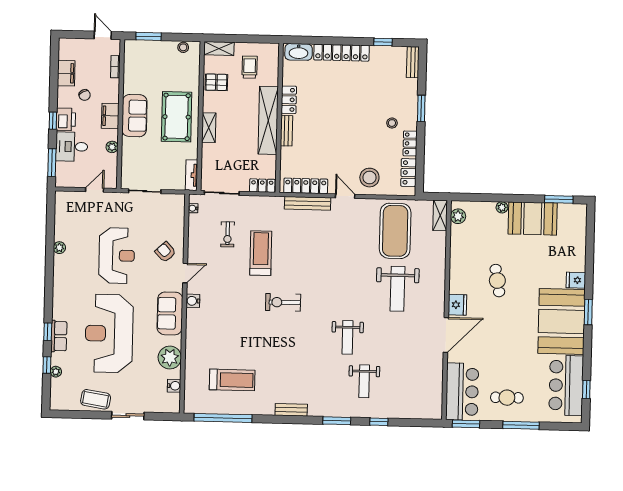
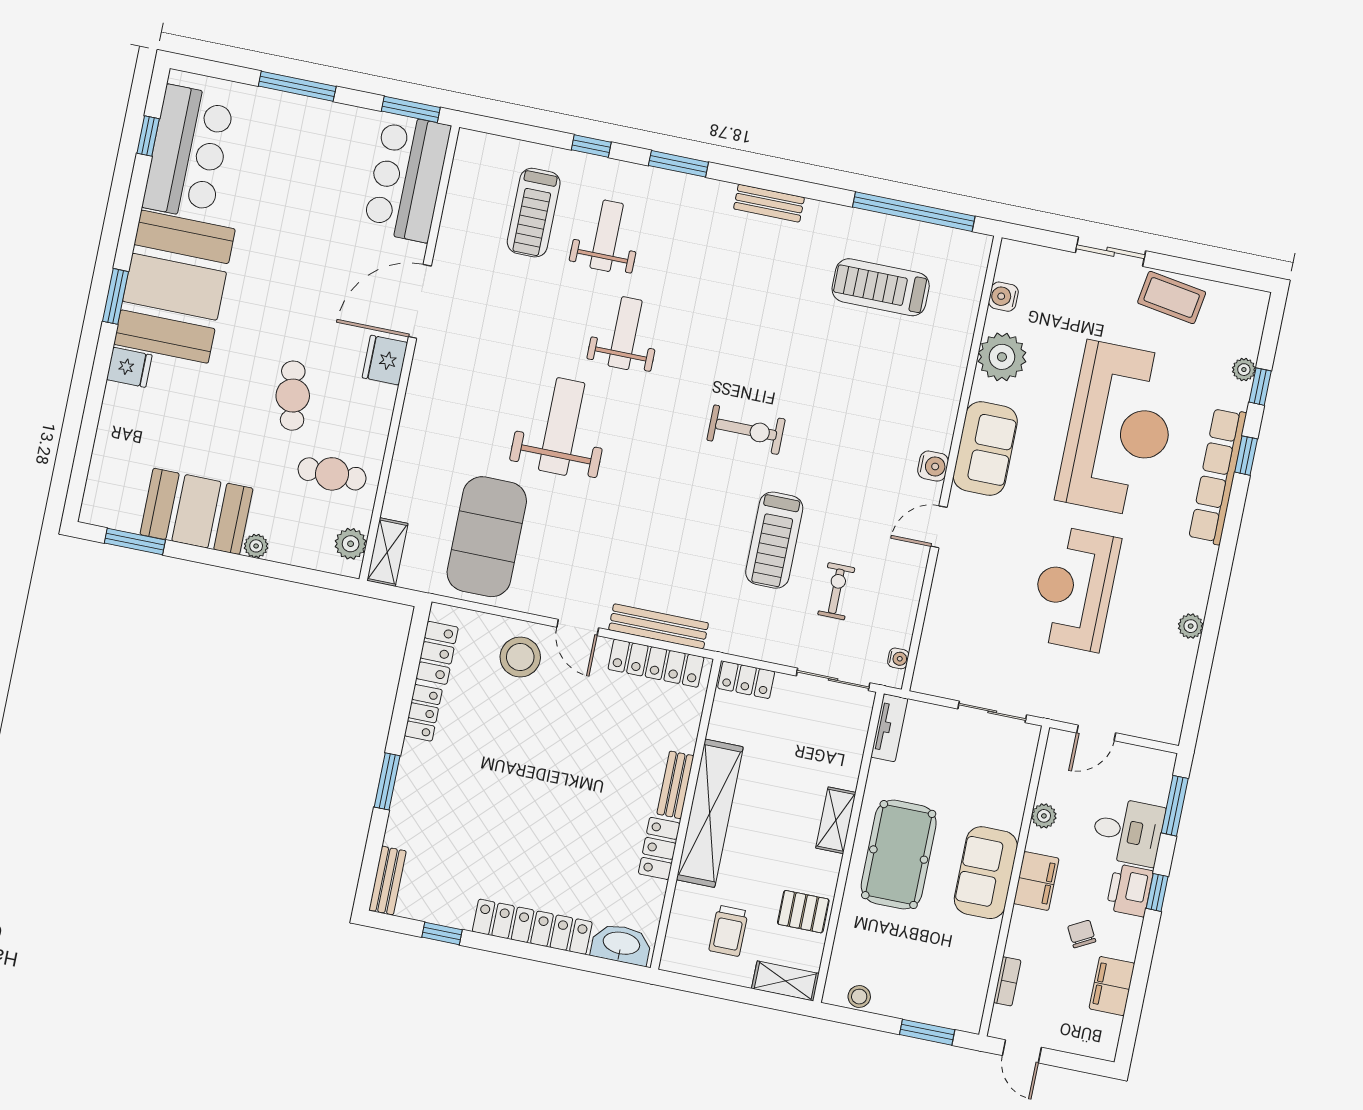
stool: (392, 123) -> (453, 762), removed
armchair: (165, 252) -> (972, 578), removed
weight bench: (398, 289) -> (562, 426), moved
row of seats: (59, 336) -> (1218, 476), width x2.02
treadmill: (400, 386) -> (534, 213), added
cafe table: (507, 398) -> (332, 474), moved

